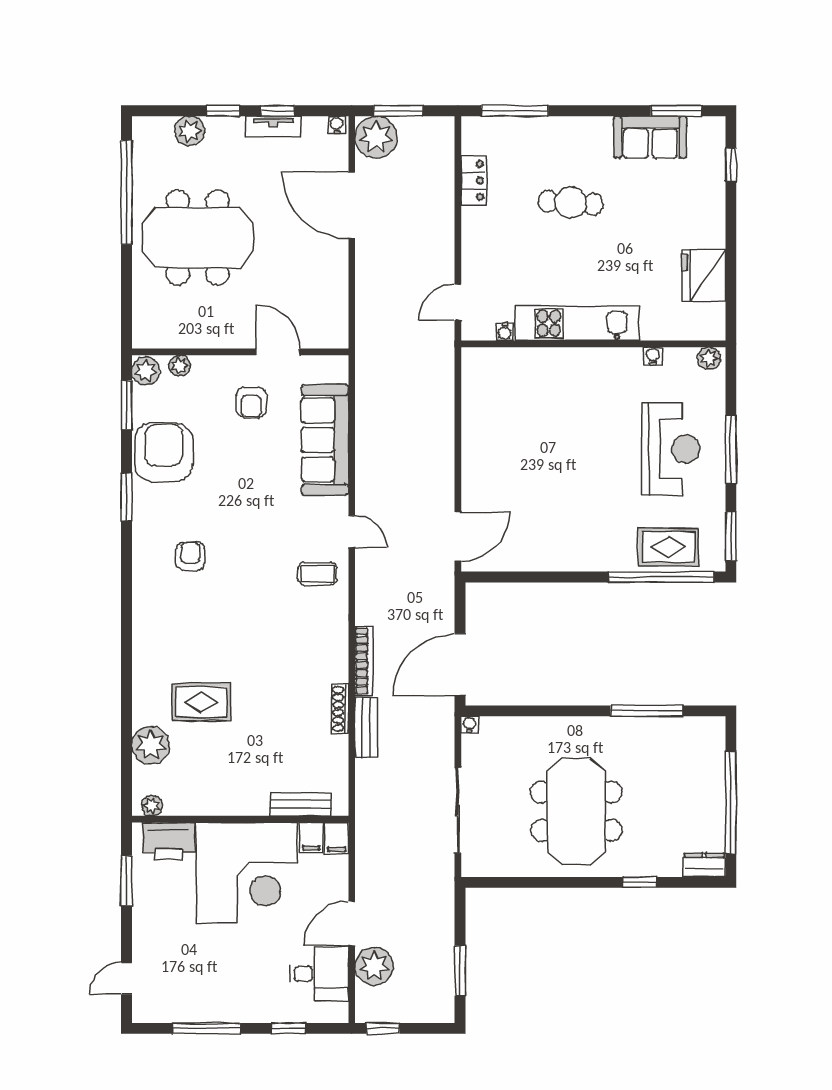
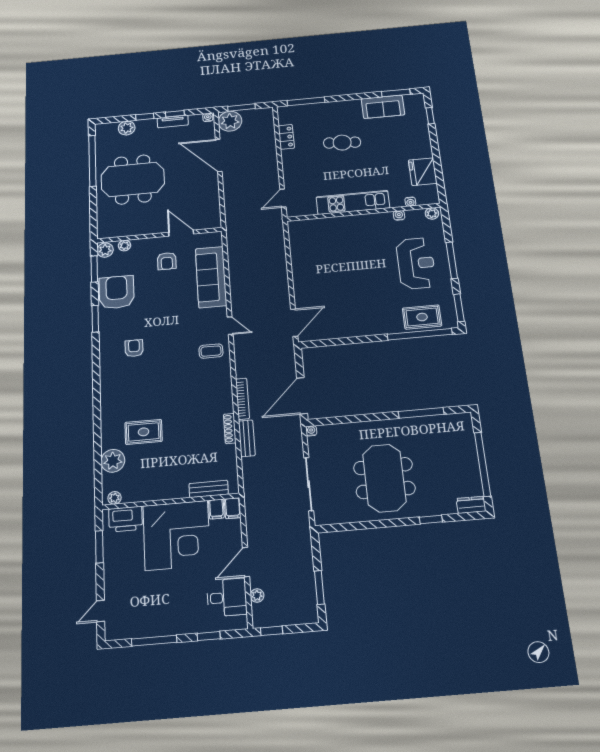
water cooler: (504, 332) -> (410, 202), moved
plant: (374, 966) -> (257, 596), width x0.53, depth x0.53

